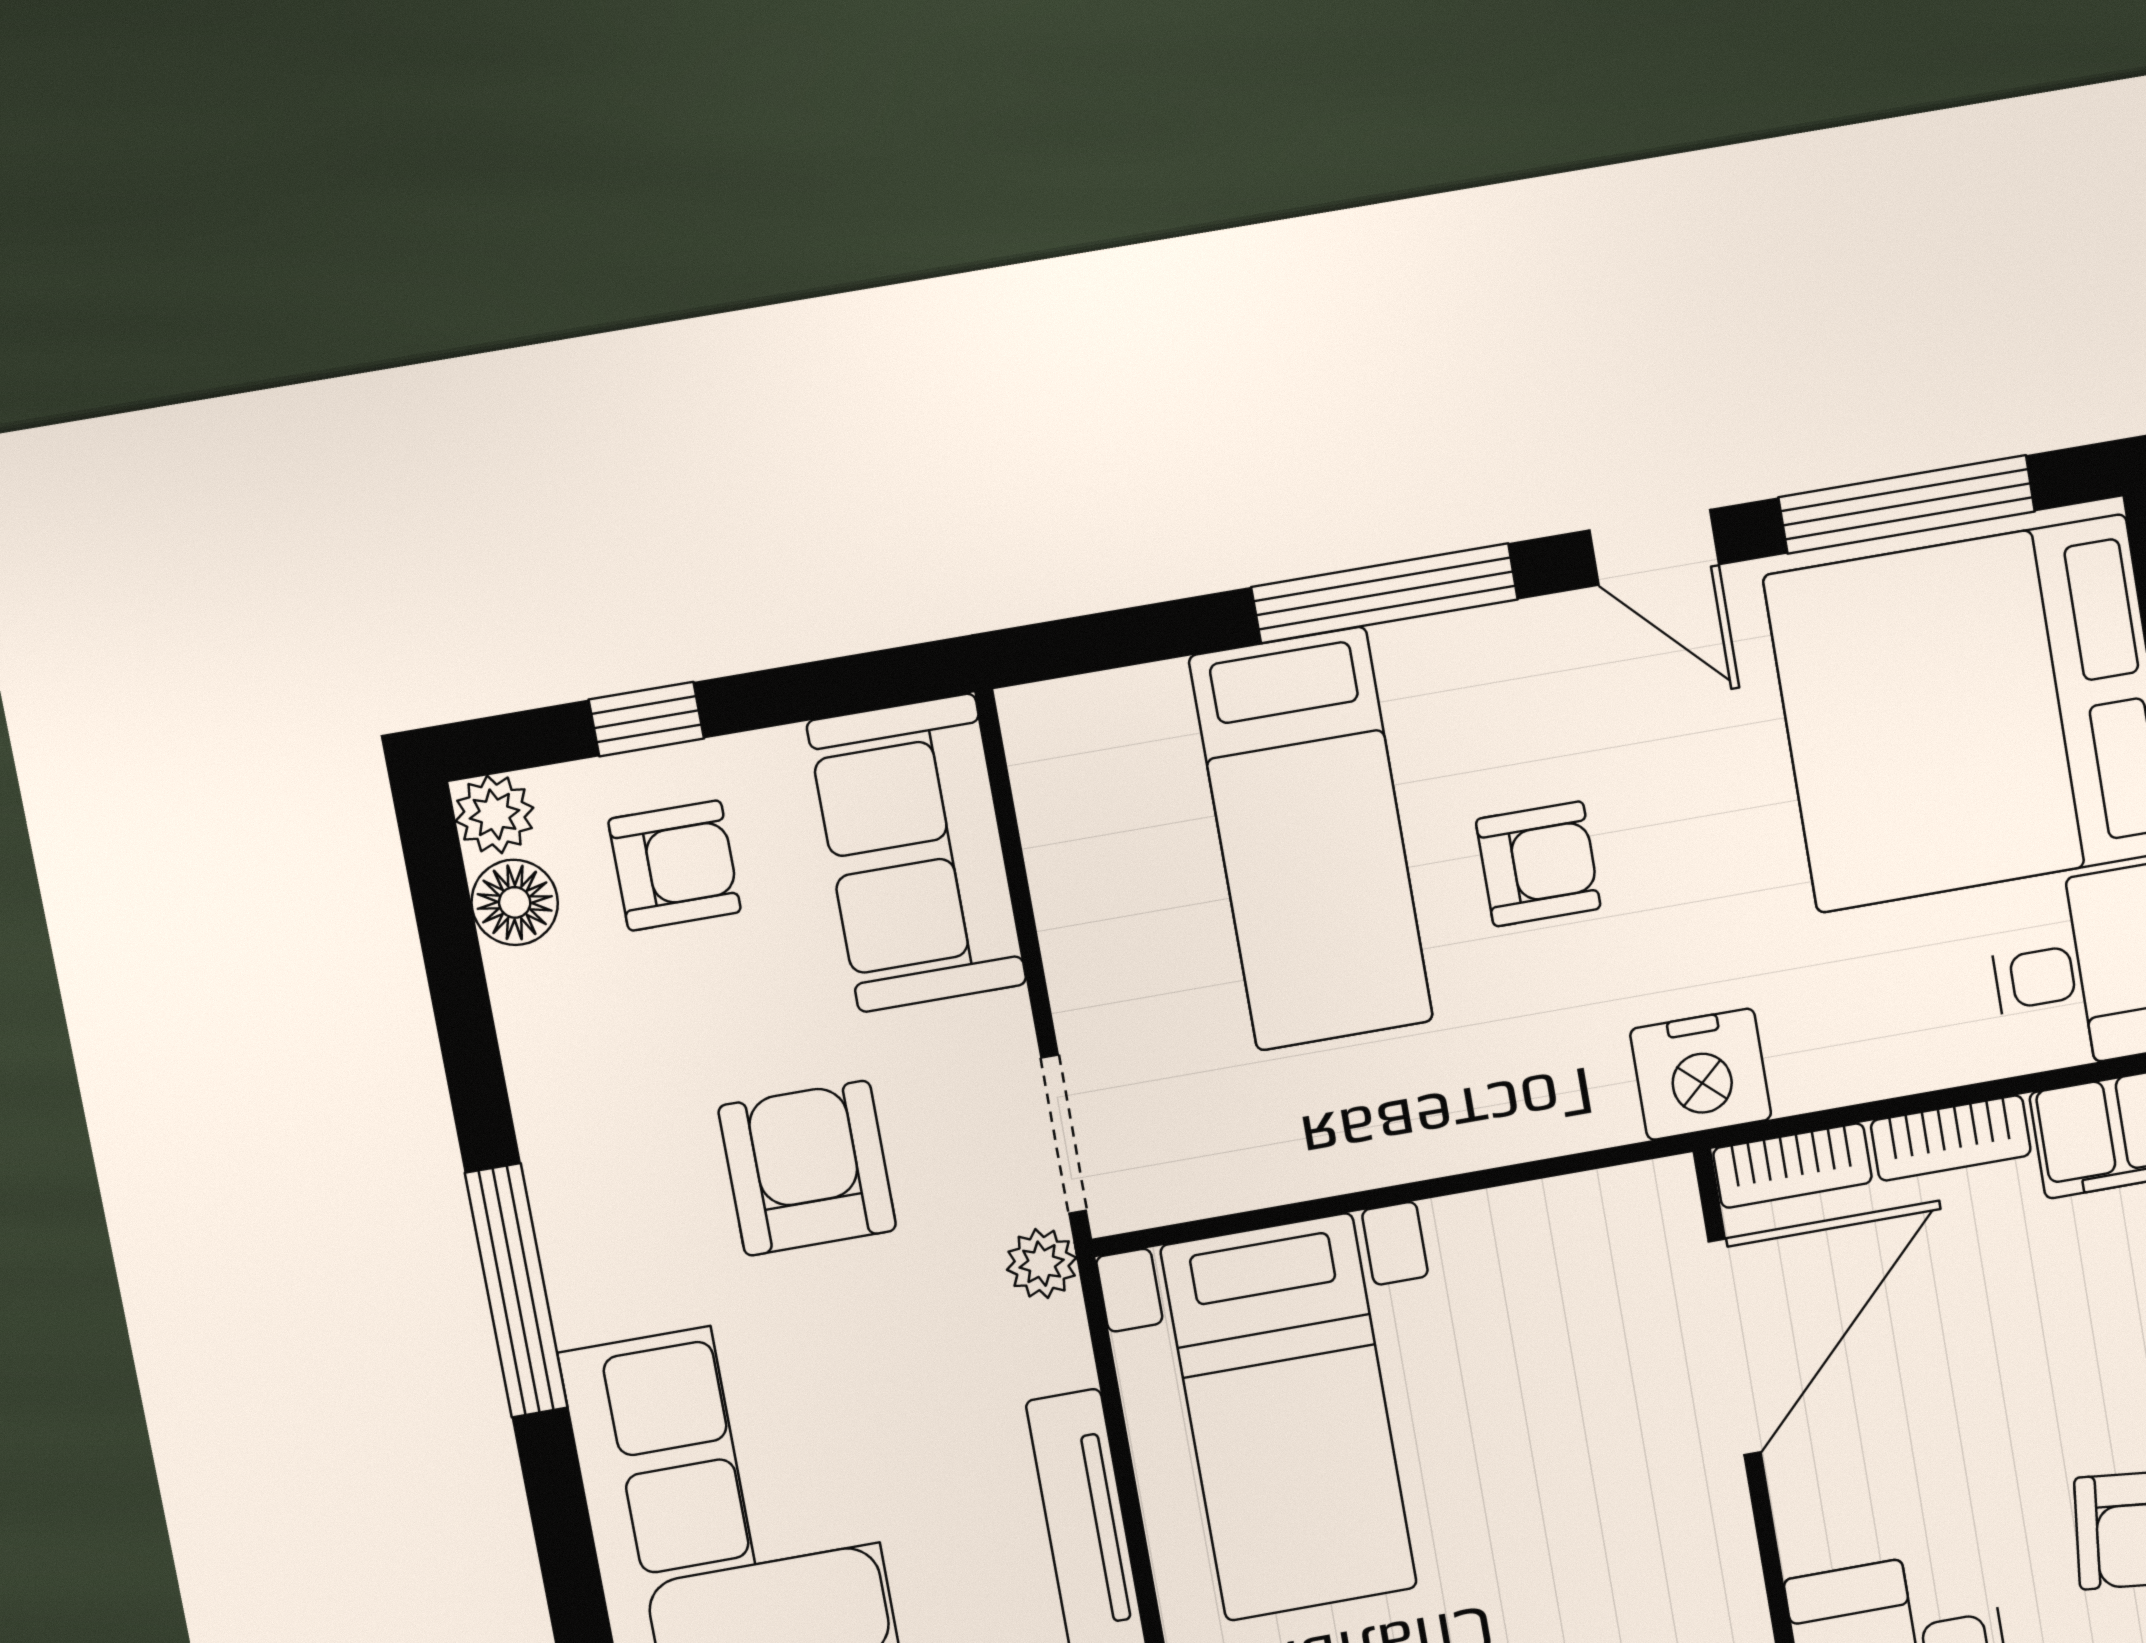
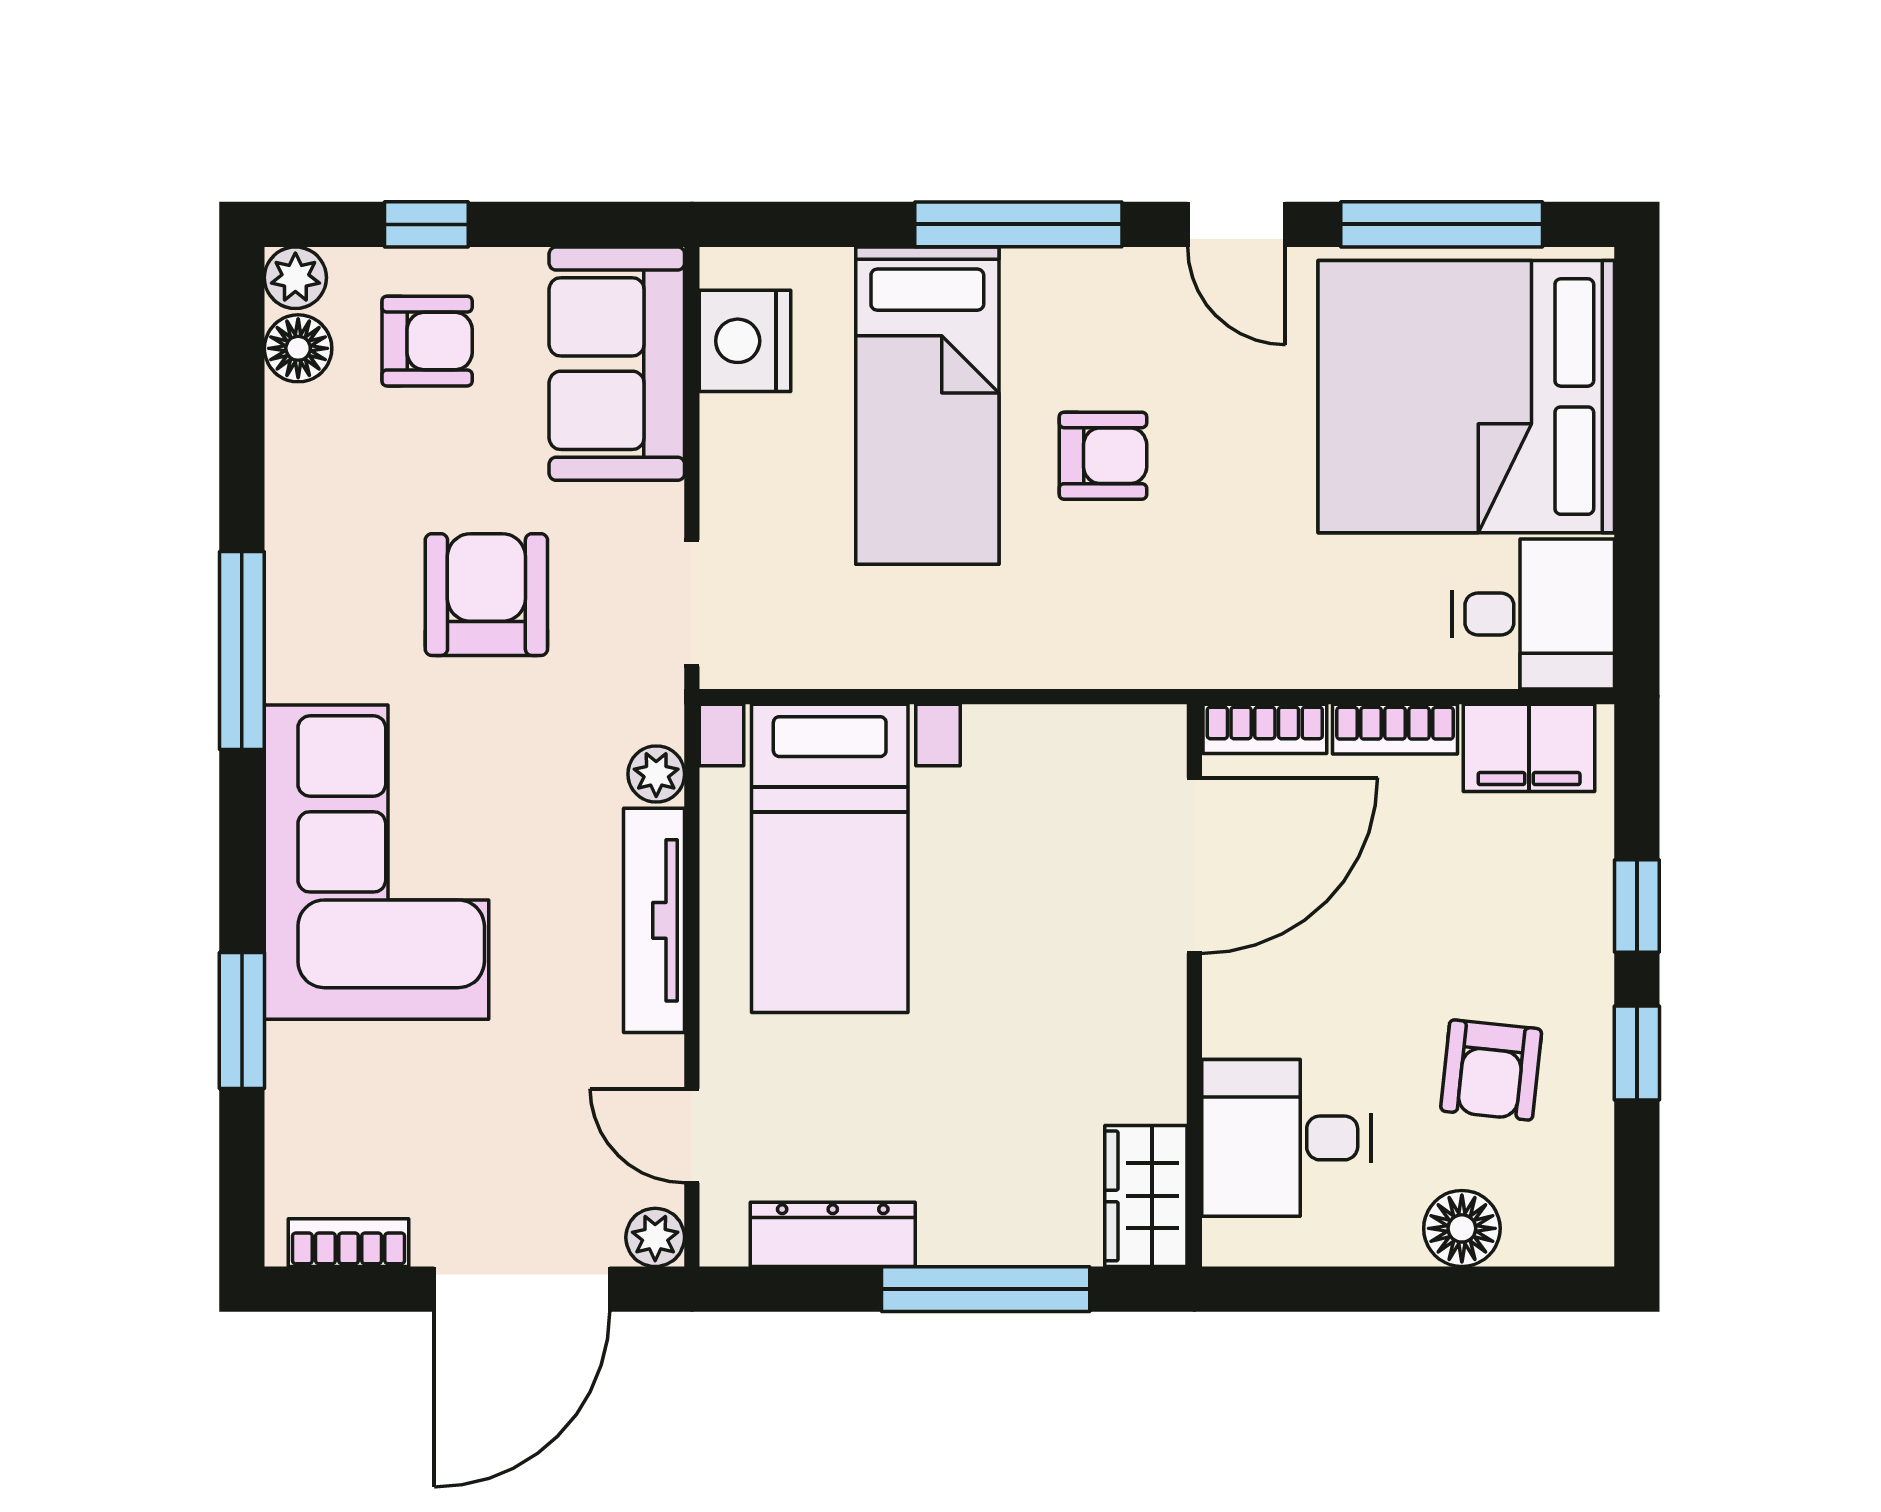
nightstand: (1701, 1074) -> (745, 341), moved, turned 90
plant: (1042, 1264) -> (656, 774), moved

